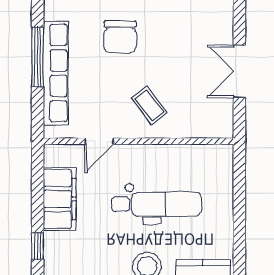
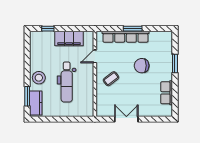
window: (38, 57) -> (133, 29), width x0.69
door: (99, 141) -> (95, 56), hinge flipped

